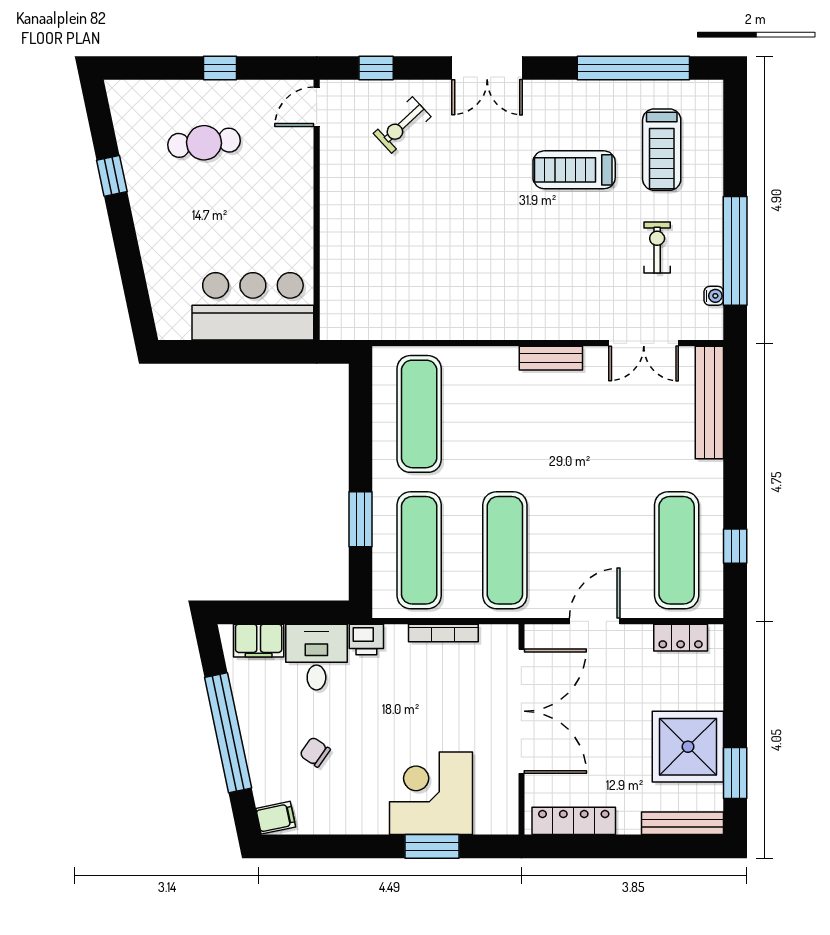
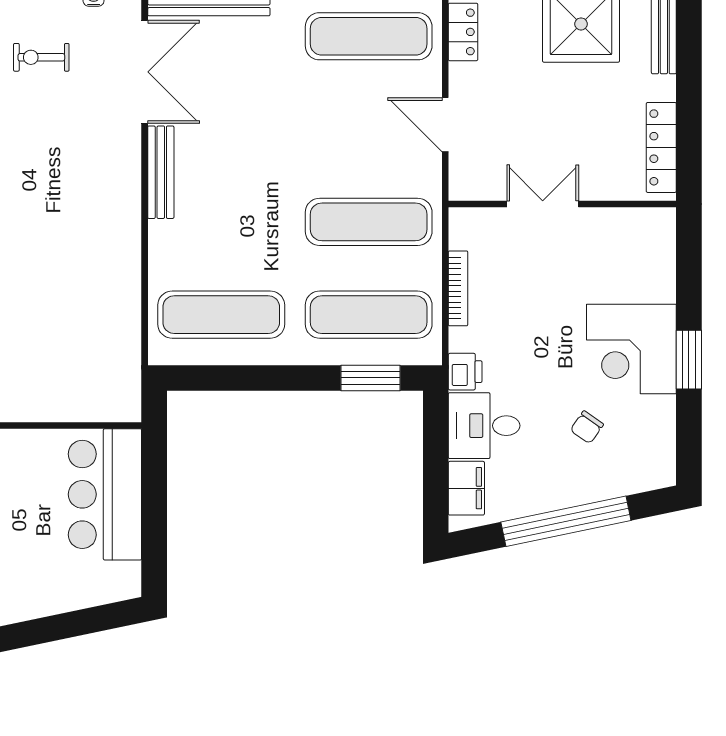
double door: (644, 343) -> (145, 72), width x1.37
bench: (551, 358) -> (161, 172), width x1.36
window: (361, 519) -> (370, 378), moved
double door: (521, 711) -> (543, 204), width x0.54
corner desk: (431, 793) -> (631, 349), moved
filing cabinet: (276, 818) -> (658, 470), removed
window: (432, 846) -> (689, 360), moved

